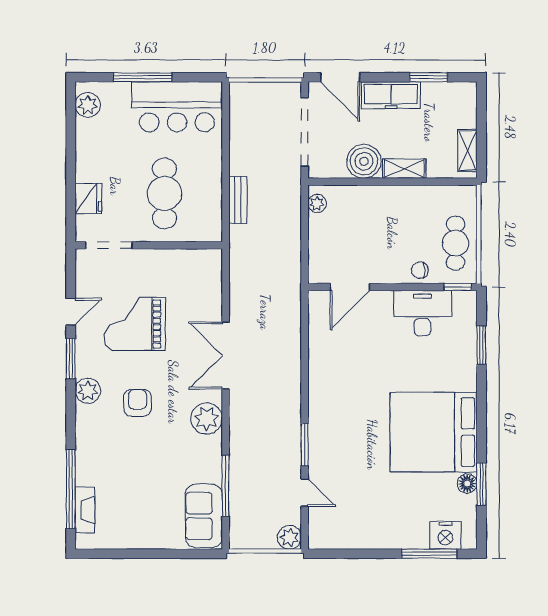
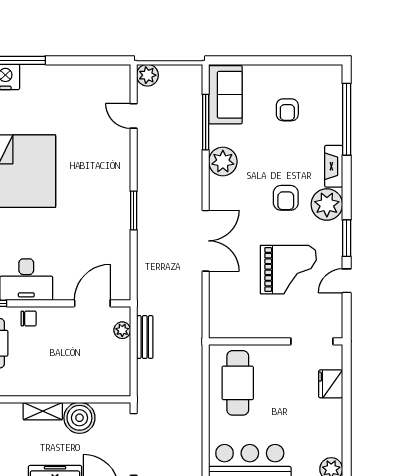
cafe table: (164, 193) -> (238, 383), moved
bench: (238, 200) -> (145, 337), moved
plant: (317, 203) -> (122, 330), moved
plant: (88, 391) -> (327, 204), width x1.36, depth x1.36
plant: (207, 419) -> (223, 161), moved
window: (305, 445) -> (134, 211), moved
armchair: (136, 499) -> (287, 110), added
fireplace: (85, 510) -> (334, 166), moved

